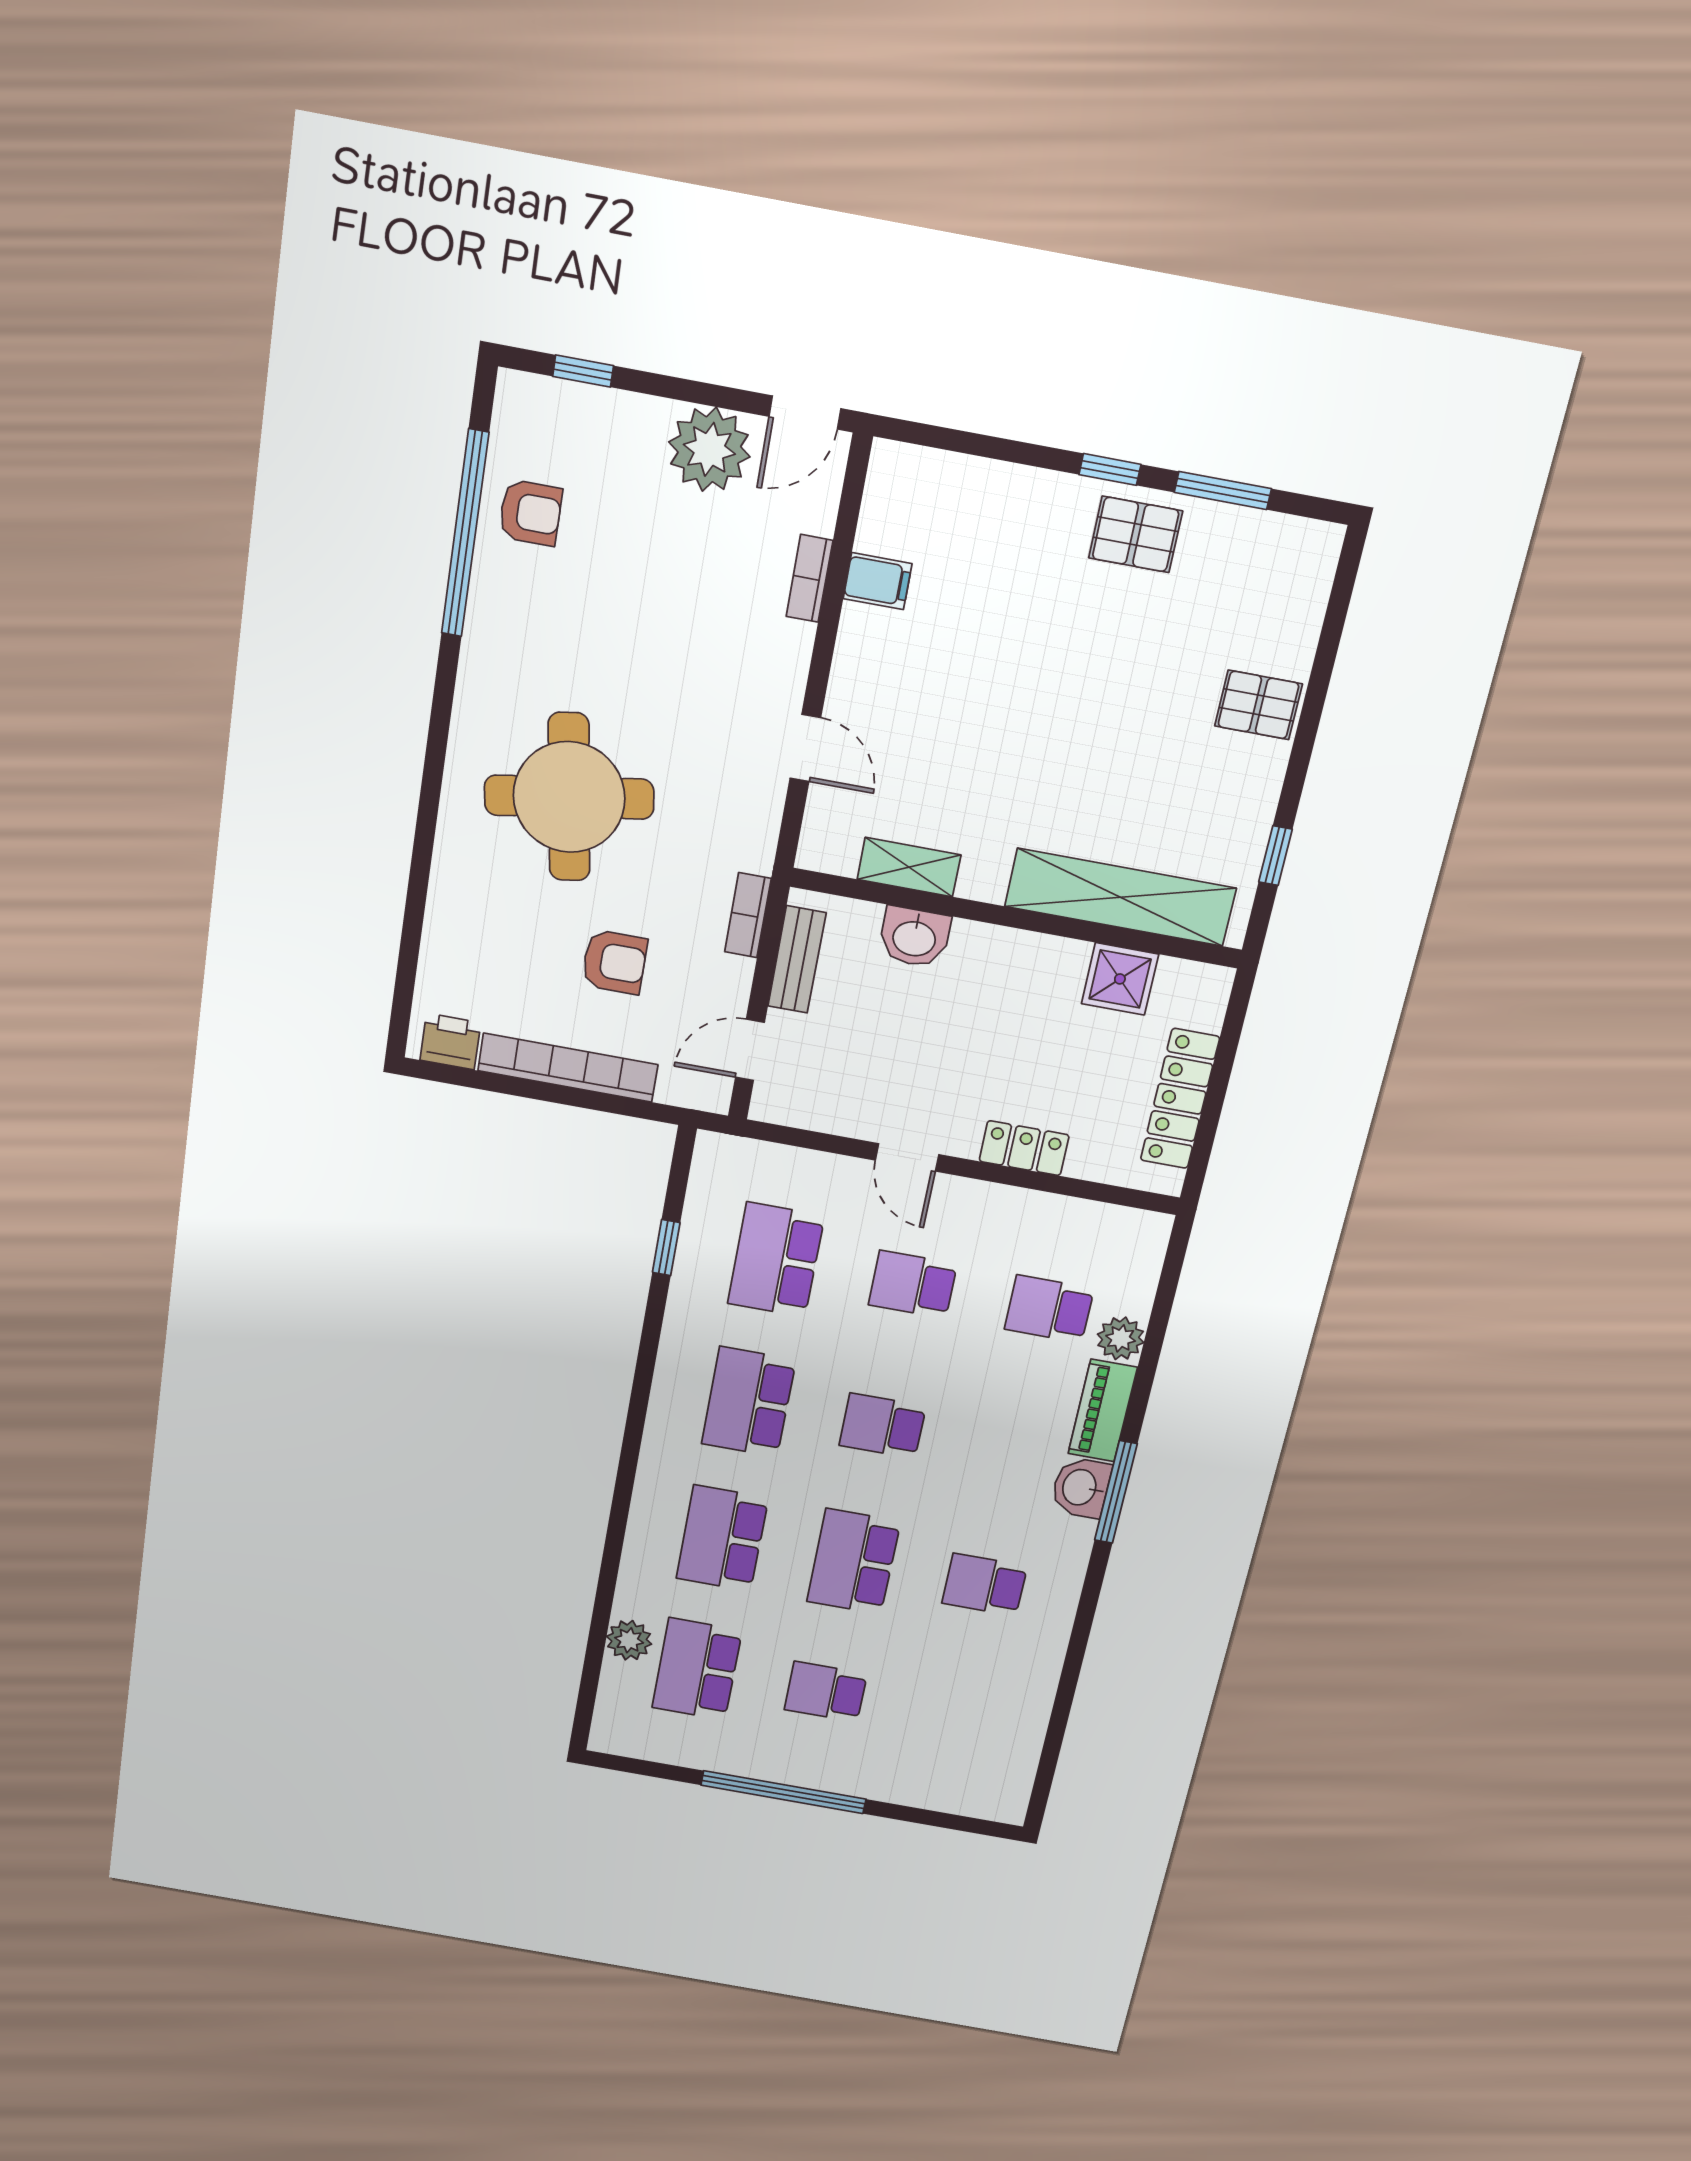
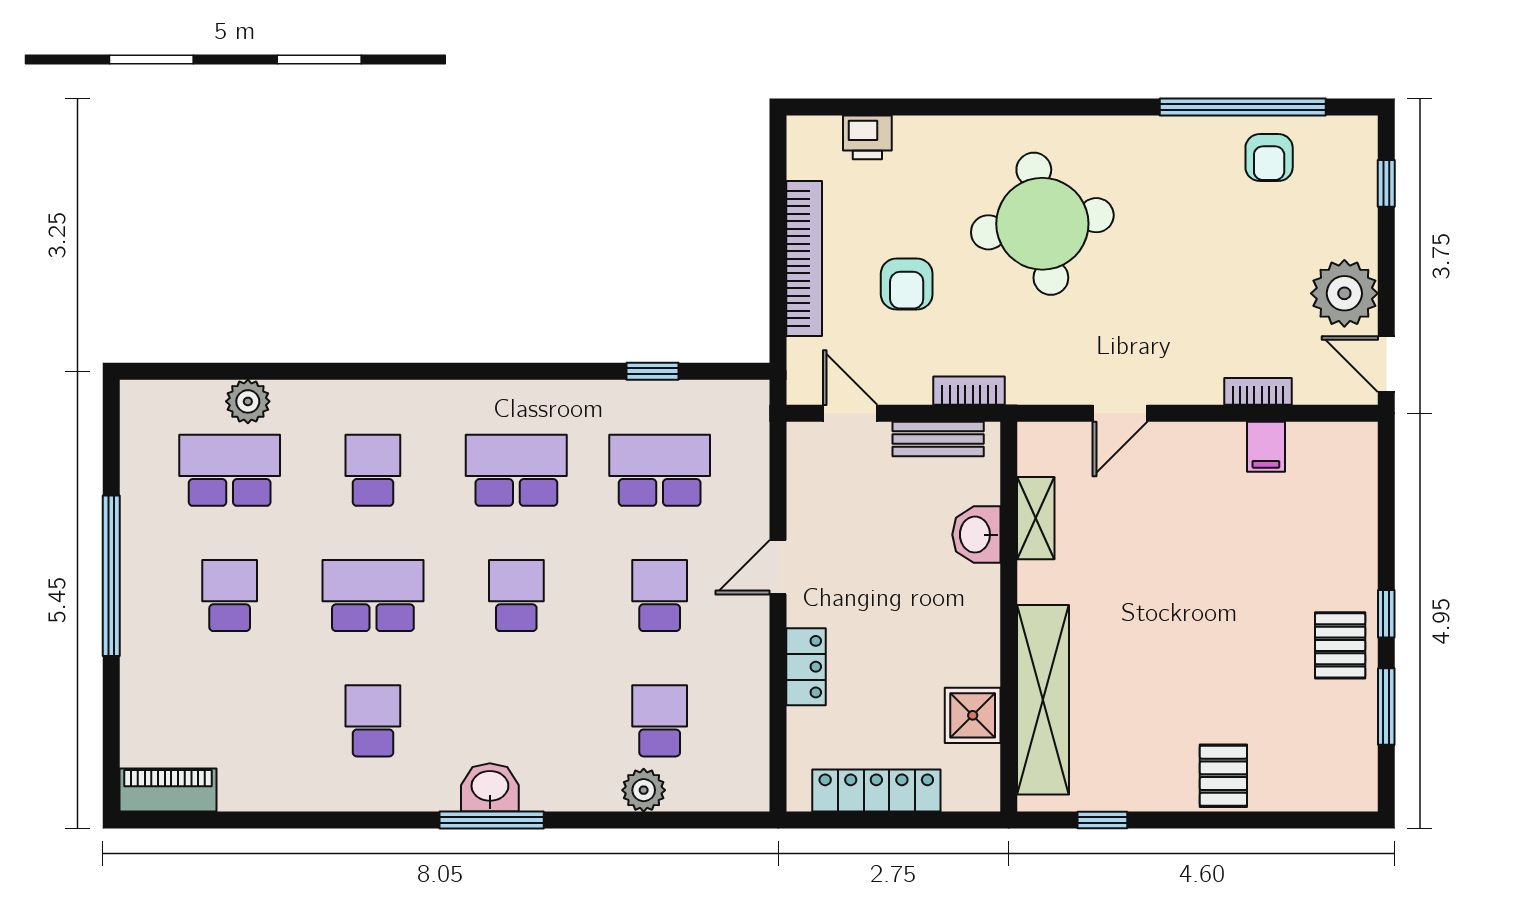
printer: (450, 1041) -> (867, 137), moved, turned 90
piano: (1103, 1411) -> (168, 790), moved
school desk: (722, 1538) -> (373, 470), width x0.54

